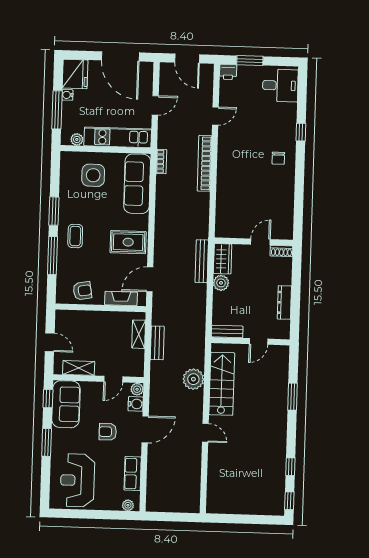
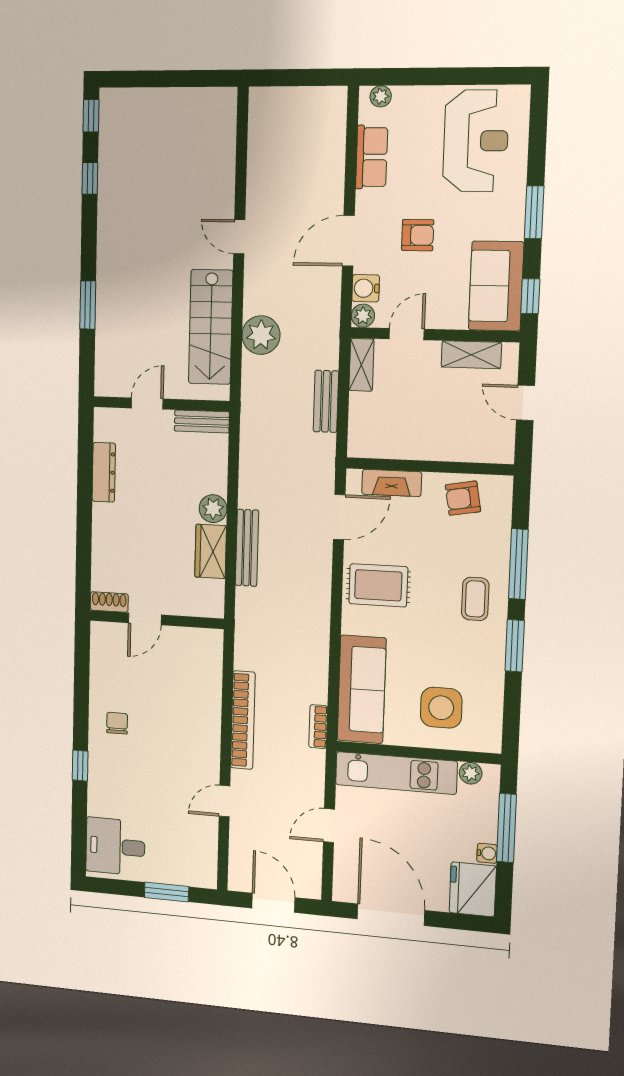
printer: (228, 72) -> (203, 875), removed
wall: (254, 242) -> (156, 620), moved
door: (260, 242) -> (145, 619), moved
shoe rack: (281, 251) -> (109, 602), moved
shelving: (139, 334) -> (361, 365), moved

